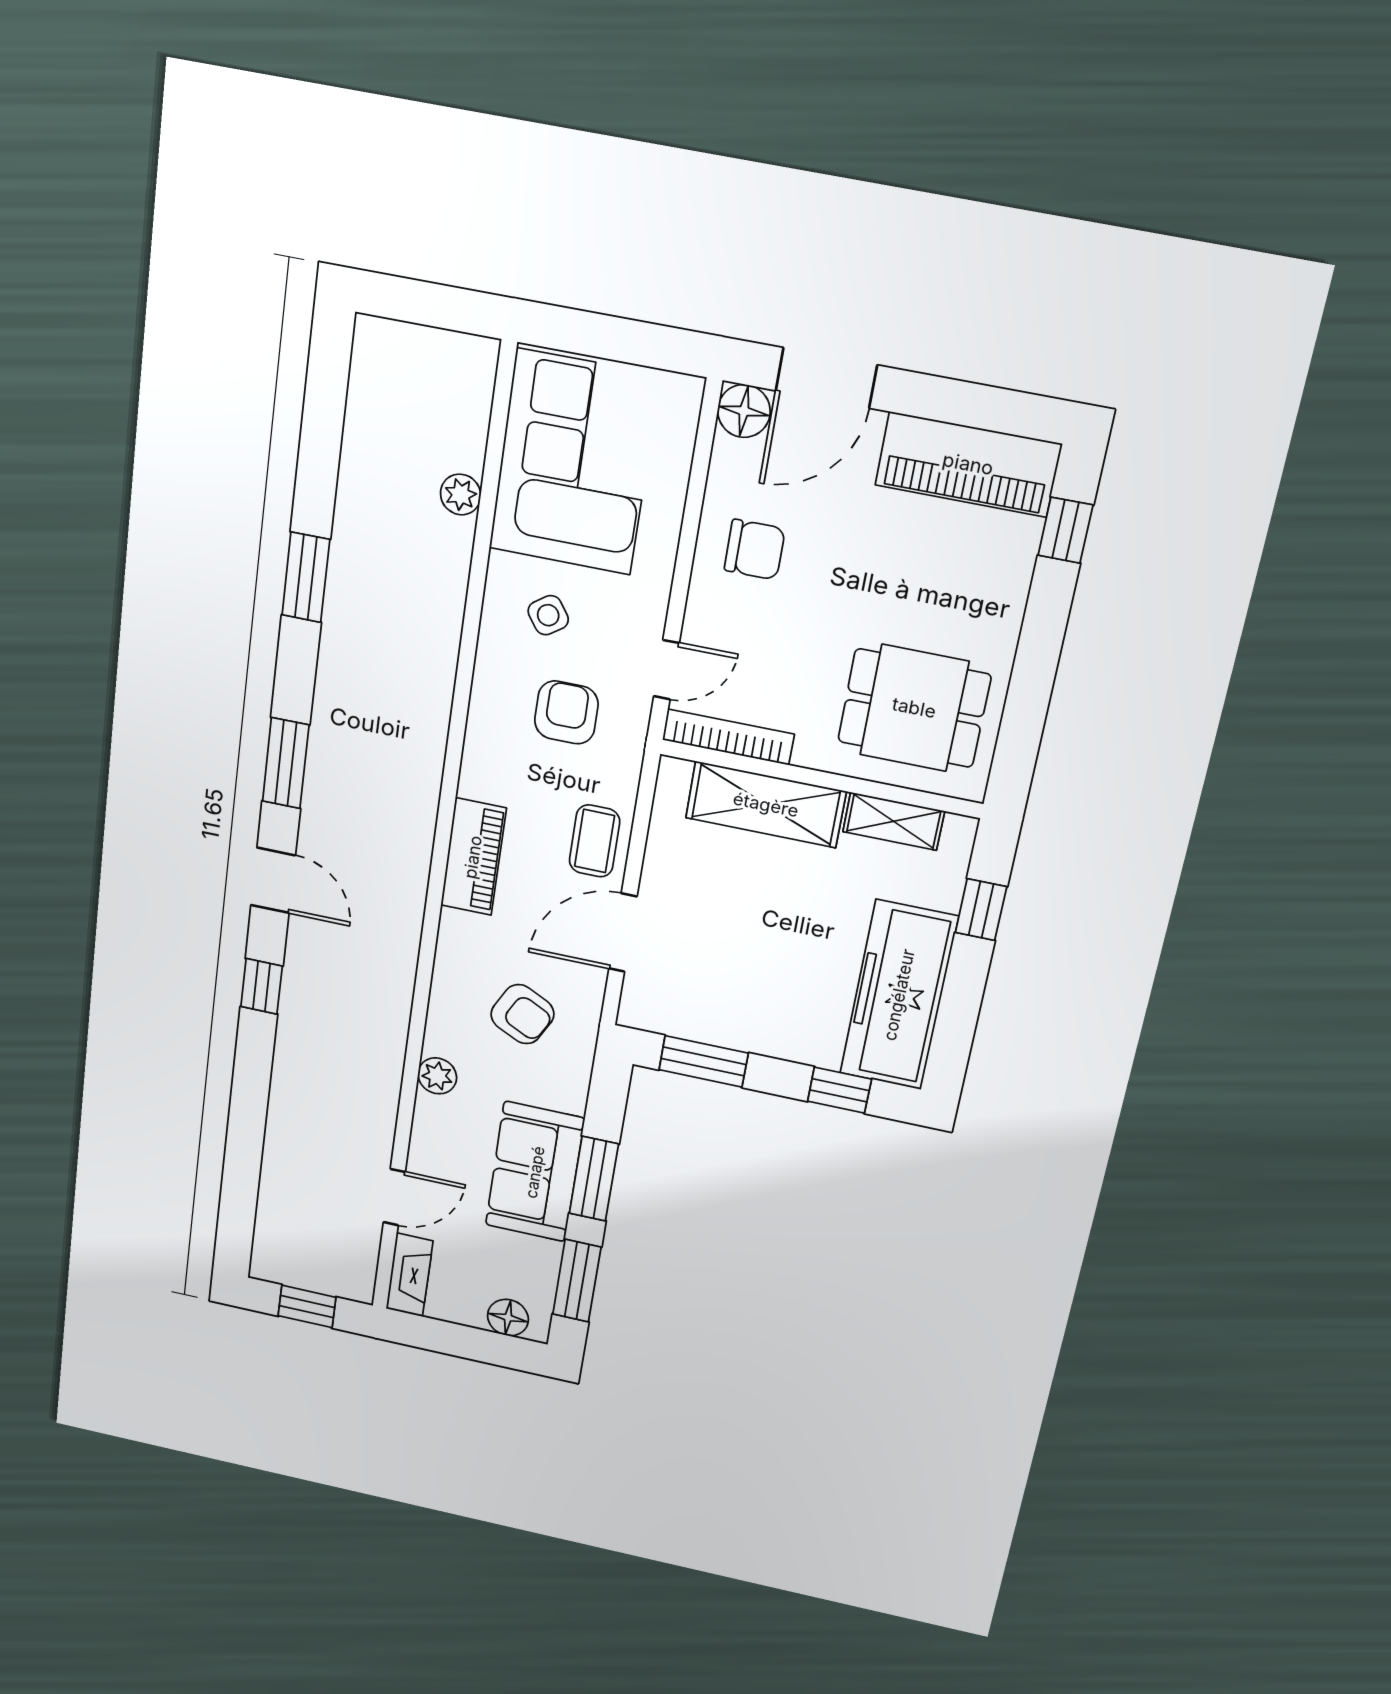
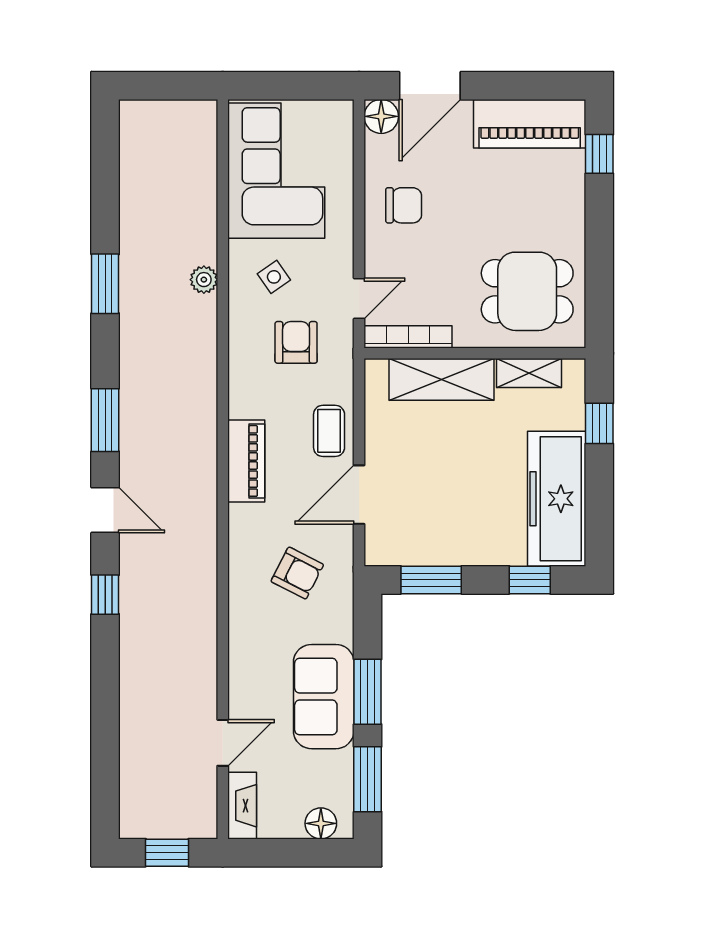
plant: (461, 495) -> (204, 280), moved
plant: (437, 1076) -> (242, 636), removed

